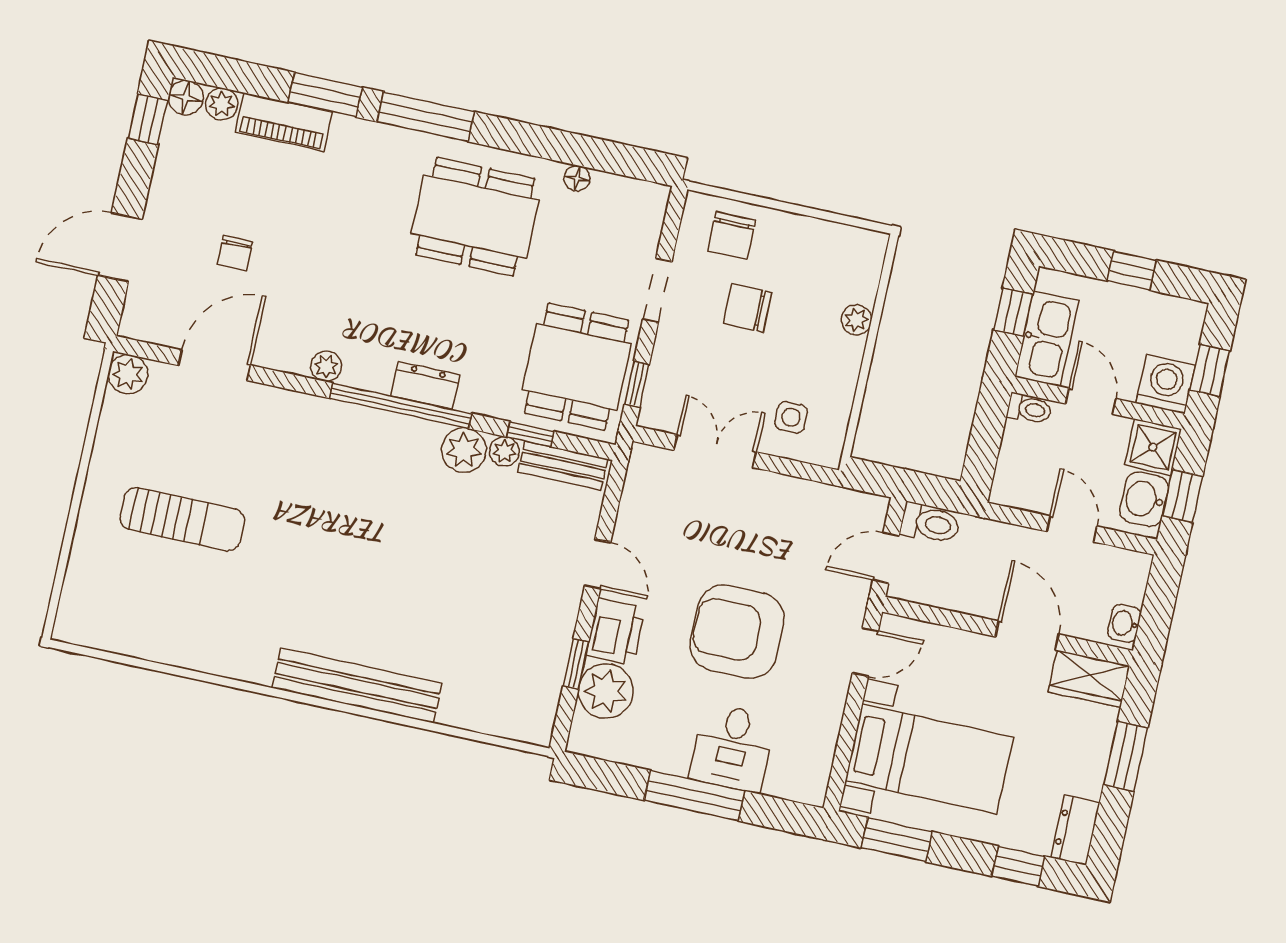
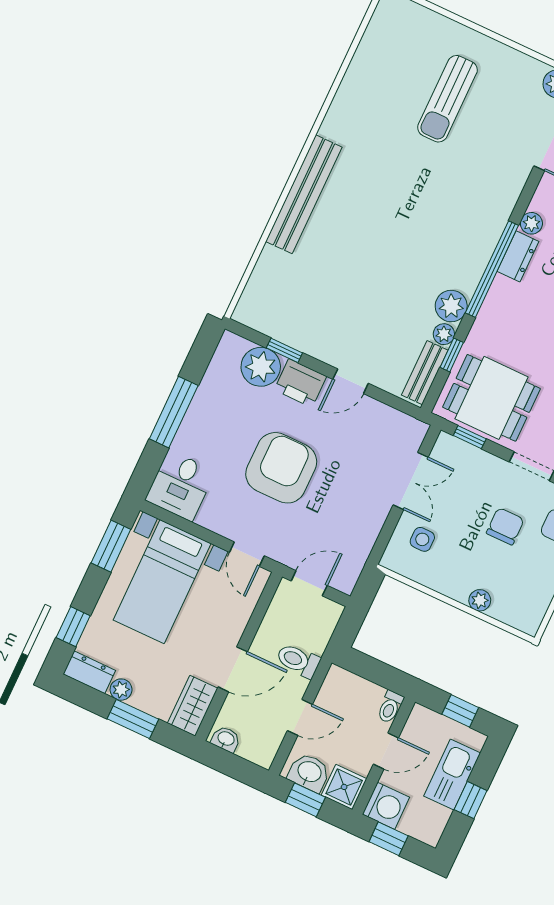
kitchen sink: (1047, 339) -> (452, 774), moved, turned 90
dresser: (425, 385) -> (518, 256), moved
toilet: (930, 524) -> (298, 661), moved, turned 90
door: (886, 558) -> (309, 583), hinge flipped
desk: (732, 748) -> (180, 486), moved, turned -90
plant: (1089, 782) -> (121, 690), added

